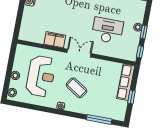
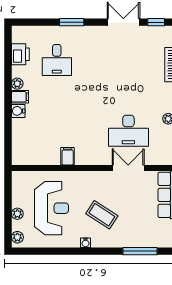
desk: (107, 30) -> (128, 131), turned 180
filing cabinet: (55, 40) -> (68, 156), width x0.50
double door: (79, 53) -> (128, 168), moved

